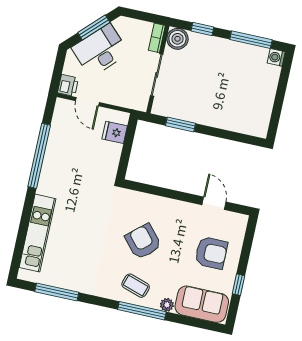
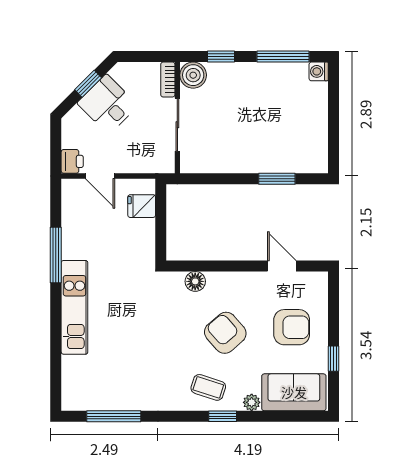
window: (94, 27) -> (88, 84), width x0.67
desk: (100, 50) -> (108, 104), width x0.73
window: (181, 124) -> (277, 179), moved
window: (39, 156) -> (56, 255), width x0.68
floor lamp: (144, 200) -> (195, 281), added
kitchen unit: (37, 233) -> (74, 307), moved
armchair: (143, 241) -> (225, 333), moved
window: (142, 311) -> (223, 416), width x0.46

